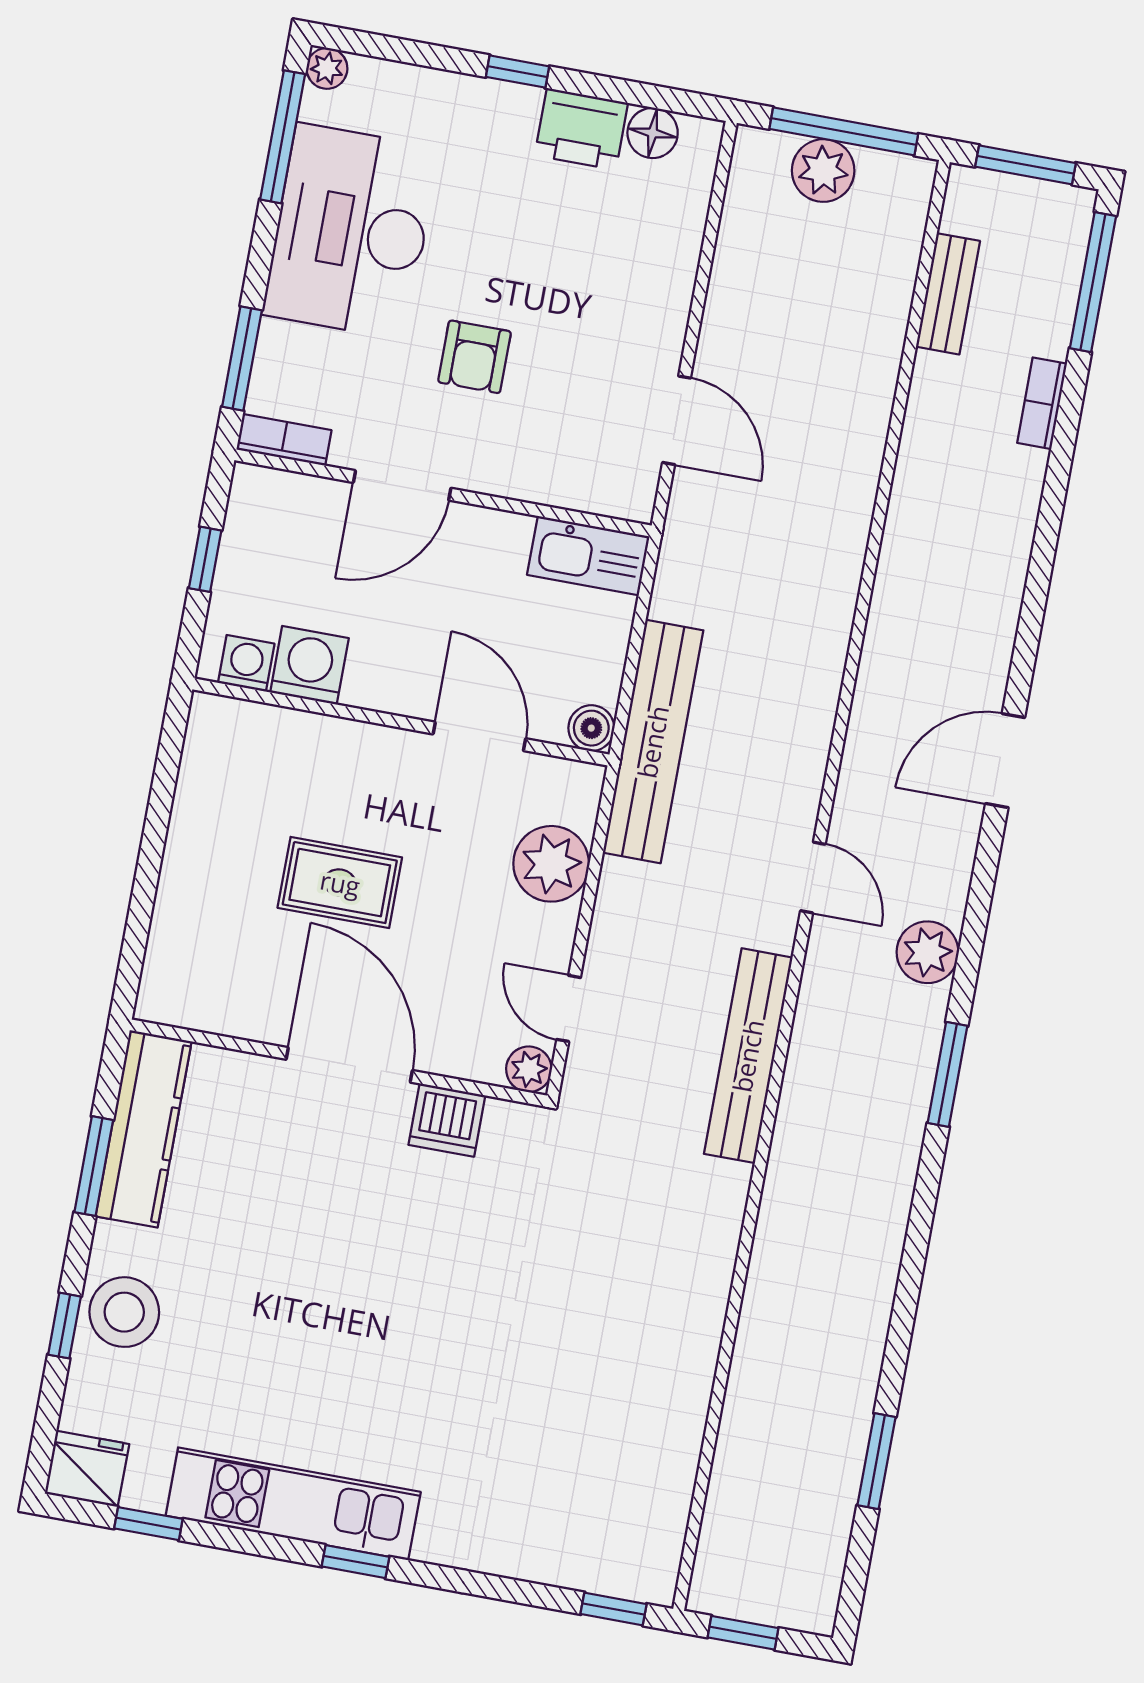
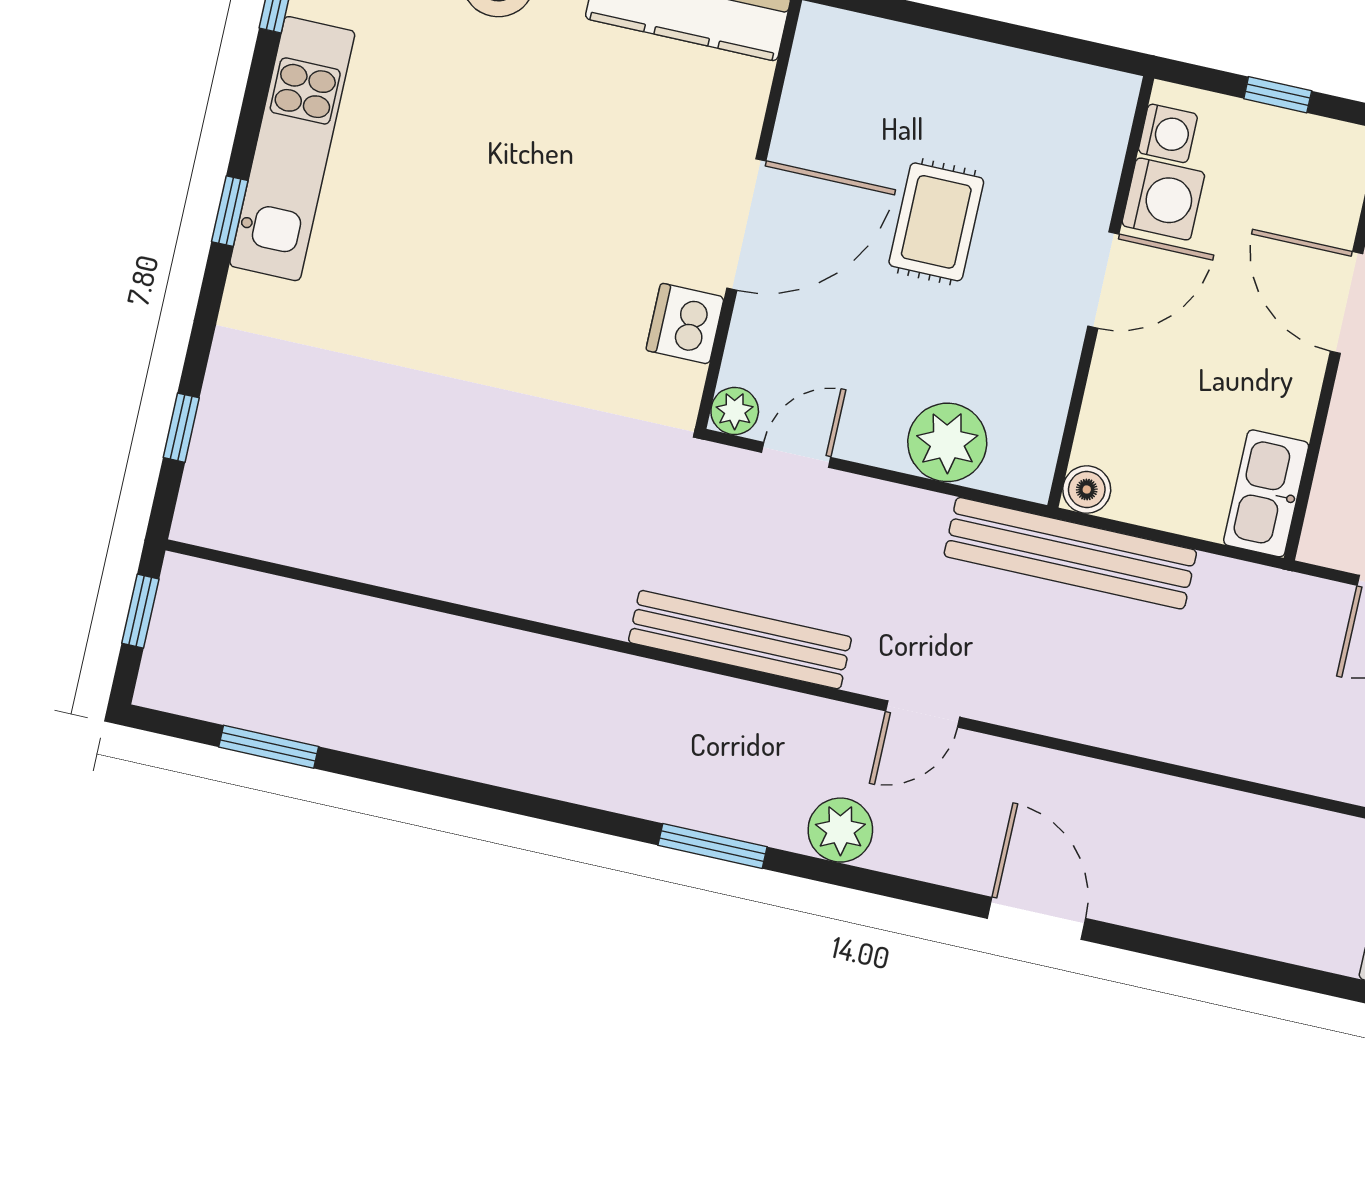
door: (479, 736) -> (1103, 280), moved
window: (877, 1461) -> (269, 747), moved
window: (614, 1609) -> (181, 428), moved

